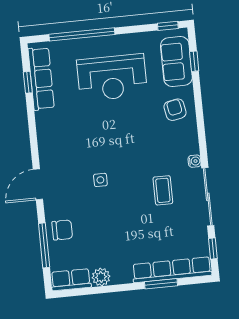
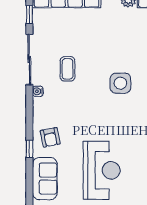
window: (194, 61) -> (29, 149), moved
reception desk: (112, 78) -> (102, 170), turned 90
side table: (100, 180) -> (120, 83), width x1.87, depth x1.87

